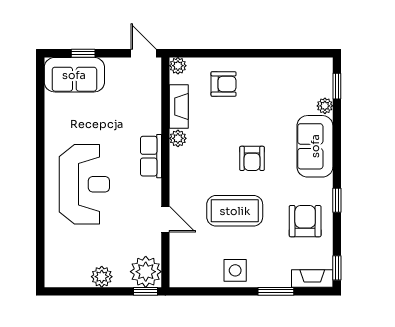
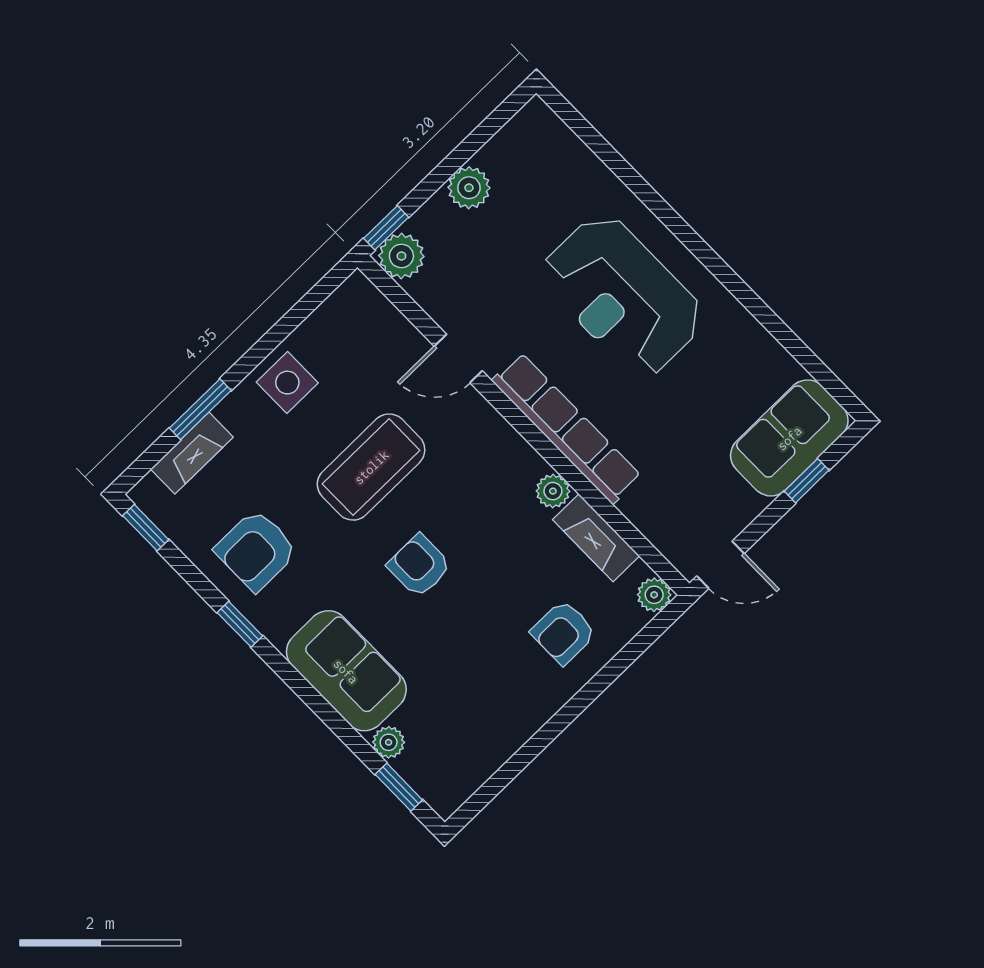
row of seats: (151, 156) -> (567, 428), width x2.02
armchair: (305, 221) -> (256, 550), turned 90
plant: (146, 272) -> (401, 256), width x0.73, depth x0.73
fireplace: (312, 278) -> (192, 453), moved

